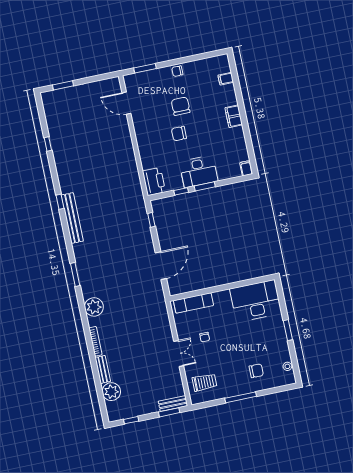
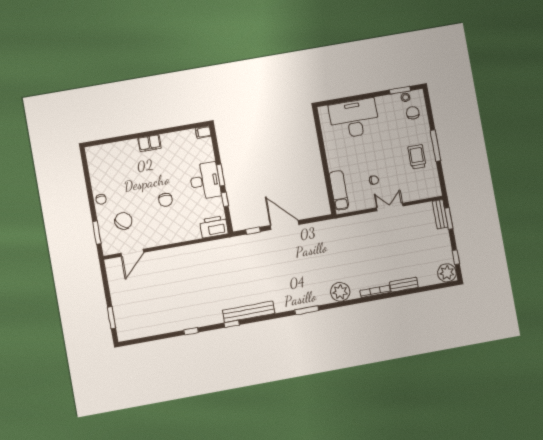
filing cabinet: (226, 79) -> (111, 150), removed
chair: (181, 106) -> (123, 221), moved, turned 133
window: (48, 144) -> (191, 331), moved
door: (161, 266) -> (284, 225), moved
desk: (256, 301) -> (354, 119), moved, turned 90
window: (288, 330) -> (400, 90), moved
chair: (256, 371) -> (413, 113), moved
trolley: (204, 382) -> (417, 157), moved
plant: (111, 392) -> (447, 273), moved

